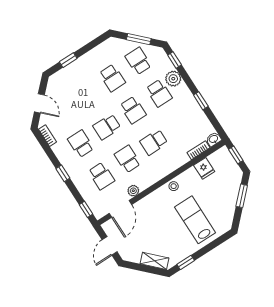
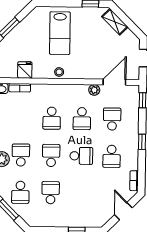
school desk: (154, 142) -> (52, 118), turned 90

